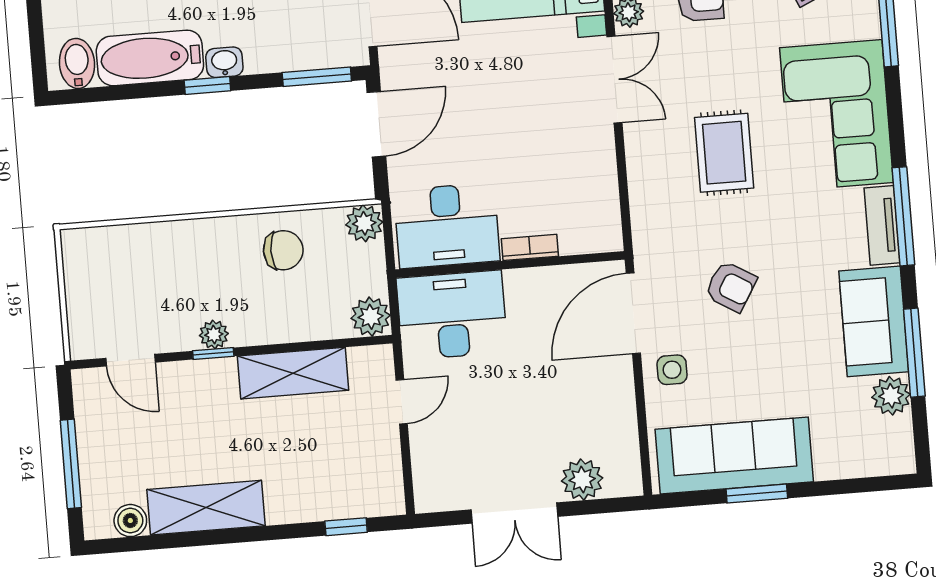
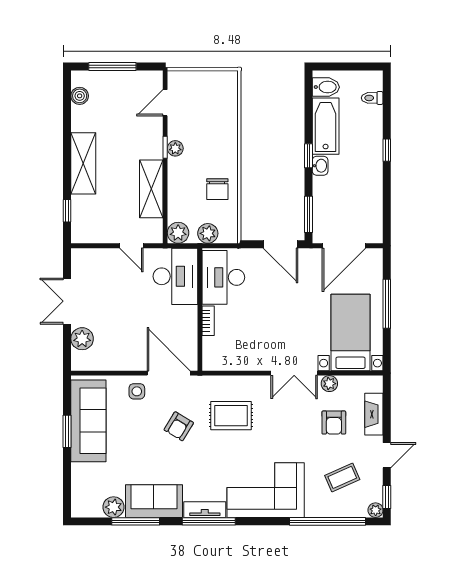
rug: (724, 153) -> (231, 416), moved
plant: (364, 223) -> (208, 233), moved
shelving: (206, 508) -> (83, 163), moved

